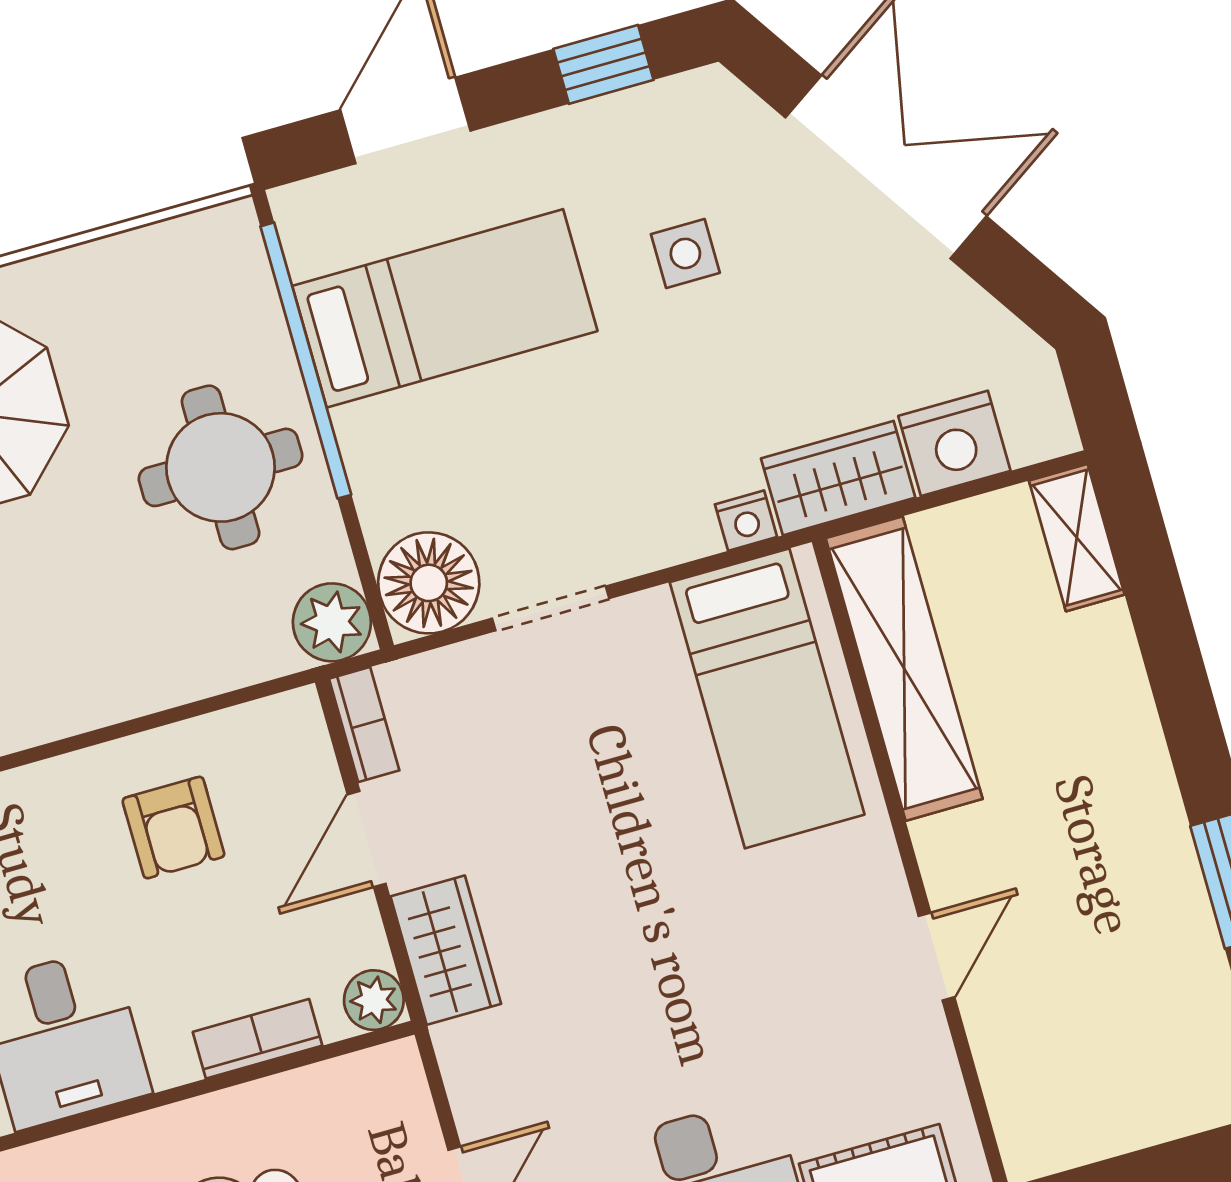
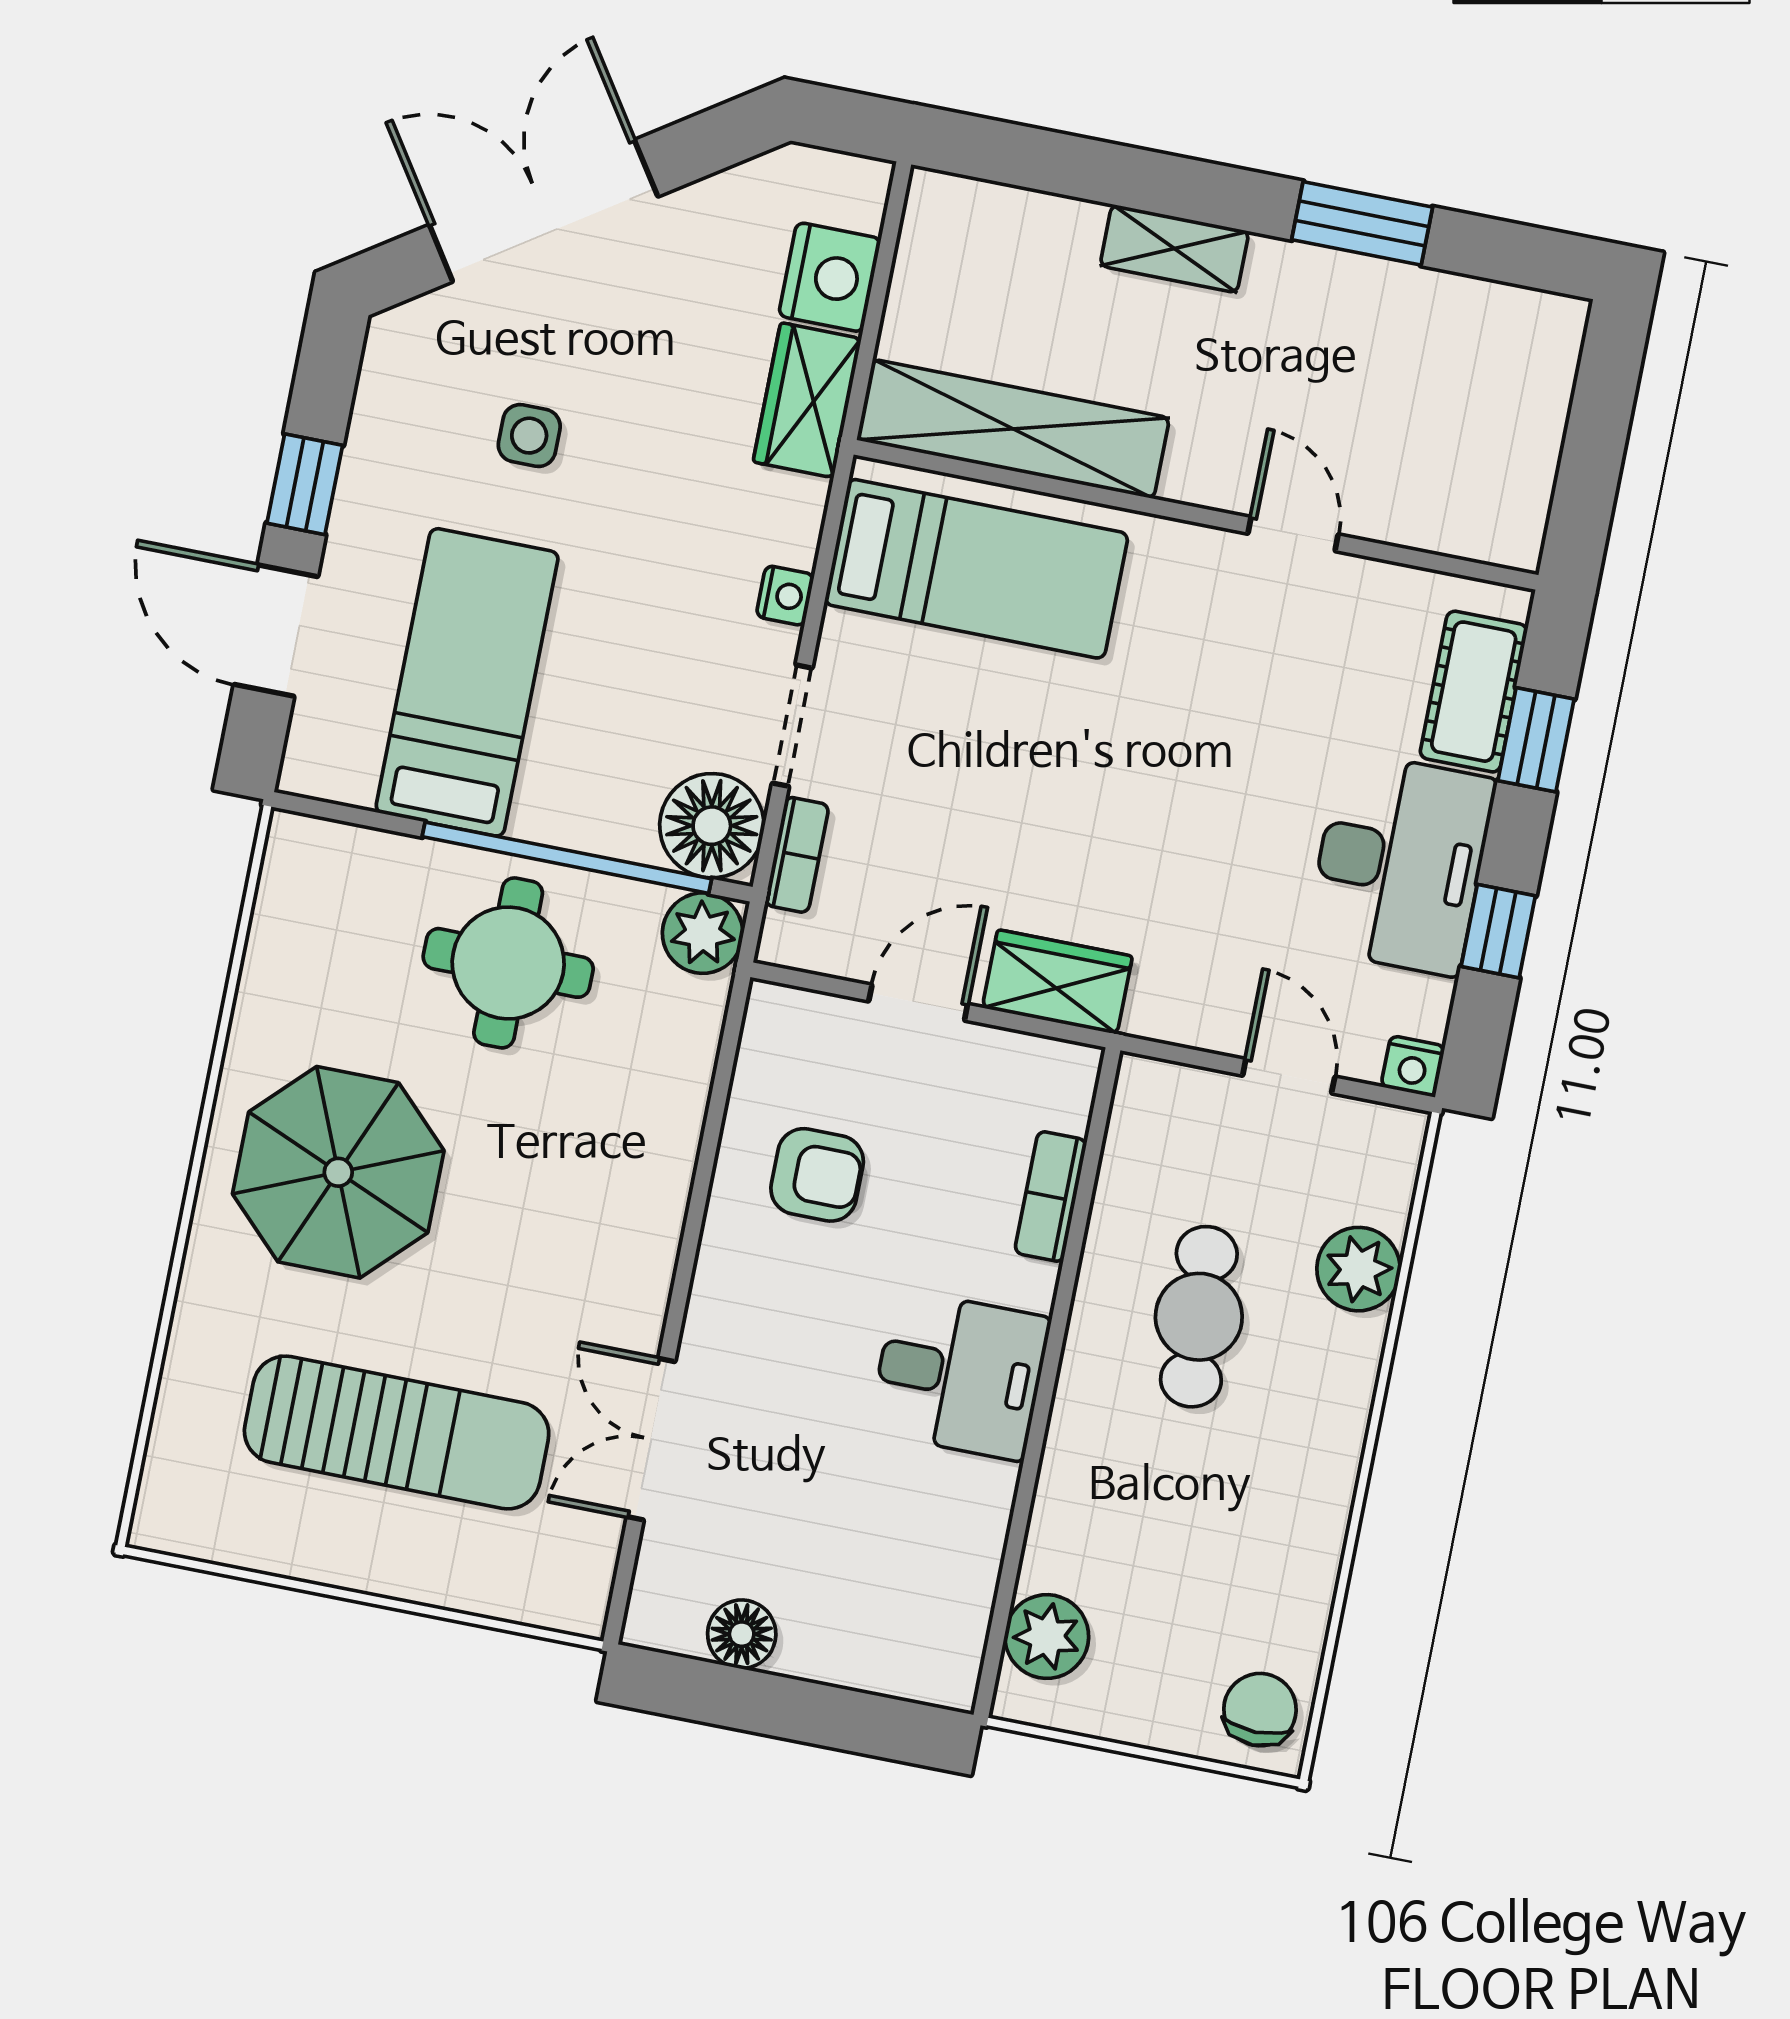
window: (603, 64) -> (305, 484), moved
window: (306, 361) -> (567, 858), moved
nightstand: (746, 521) -> (785, 596), moved
shelving: (1077, 538) -> (1174, 249), moved
bookcase: (364, 725) -> (797, 855), moved, turned 90
door: (367, 839) -> (918, 1003), swing flipped
plant: (374, 1000) -> (1070, 1072), removed

